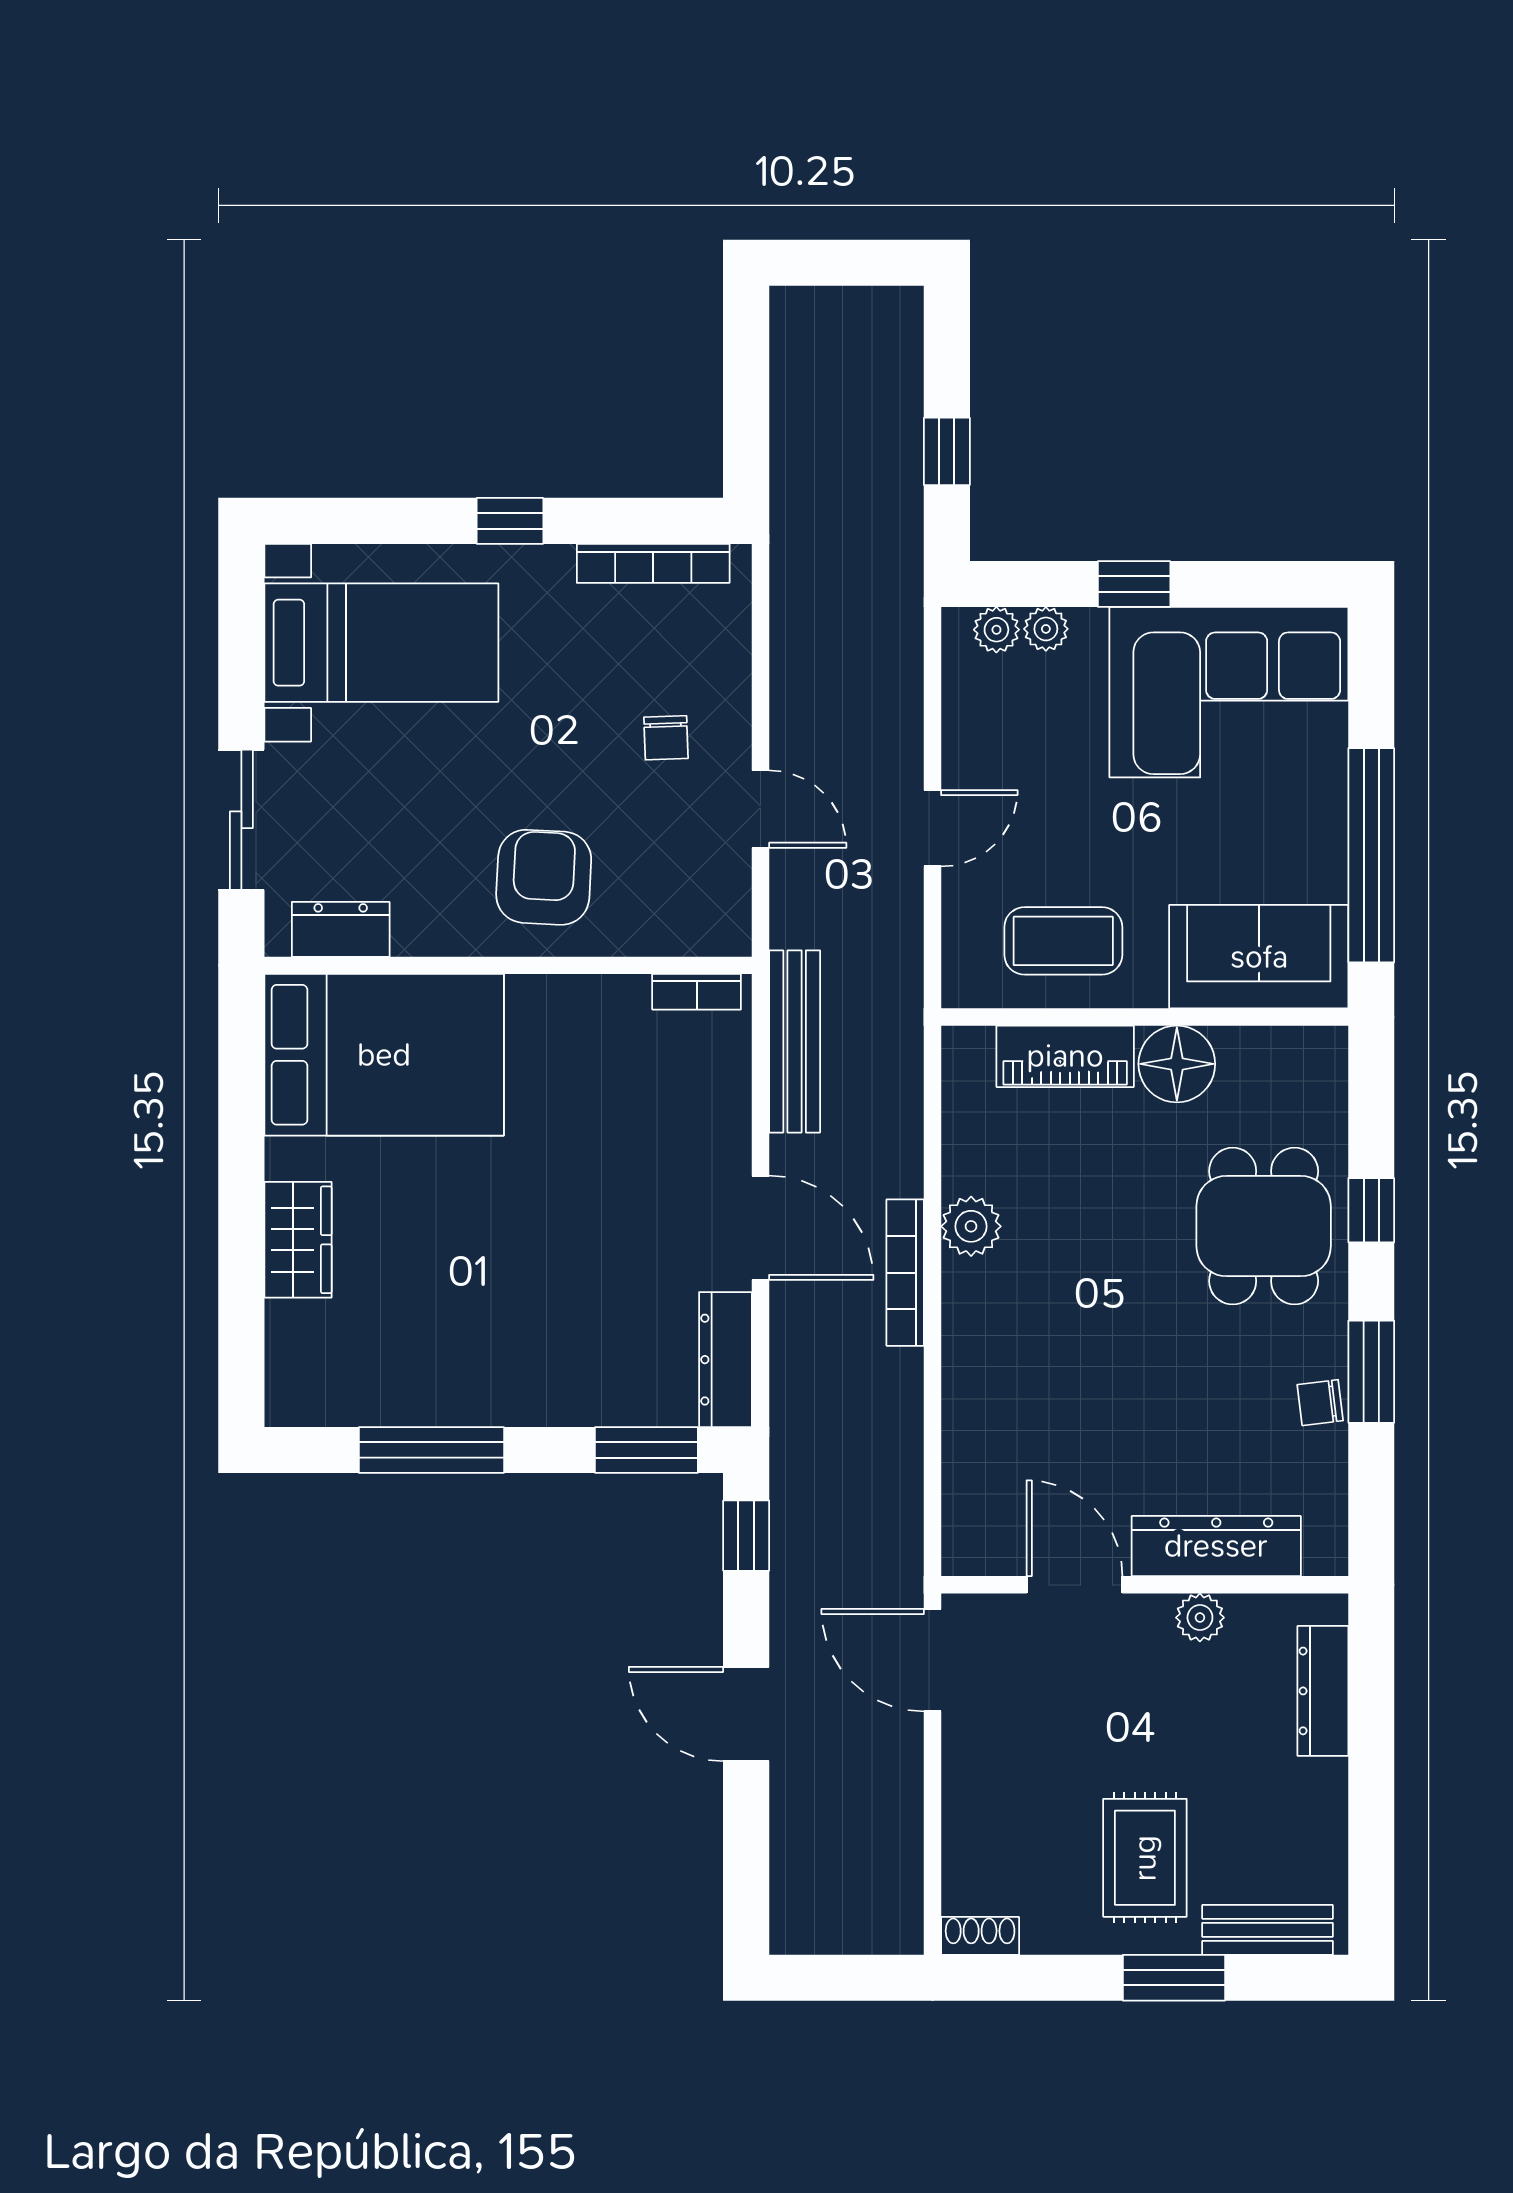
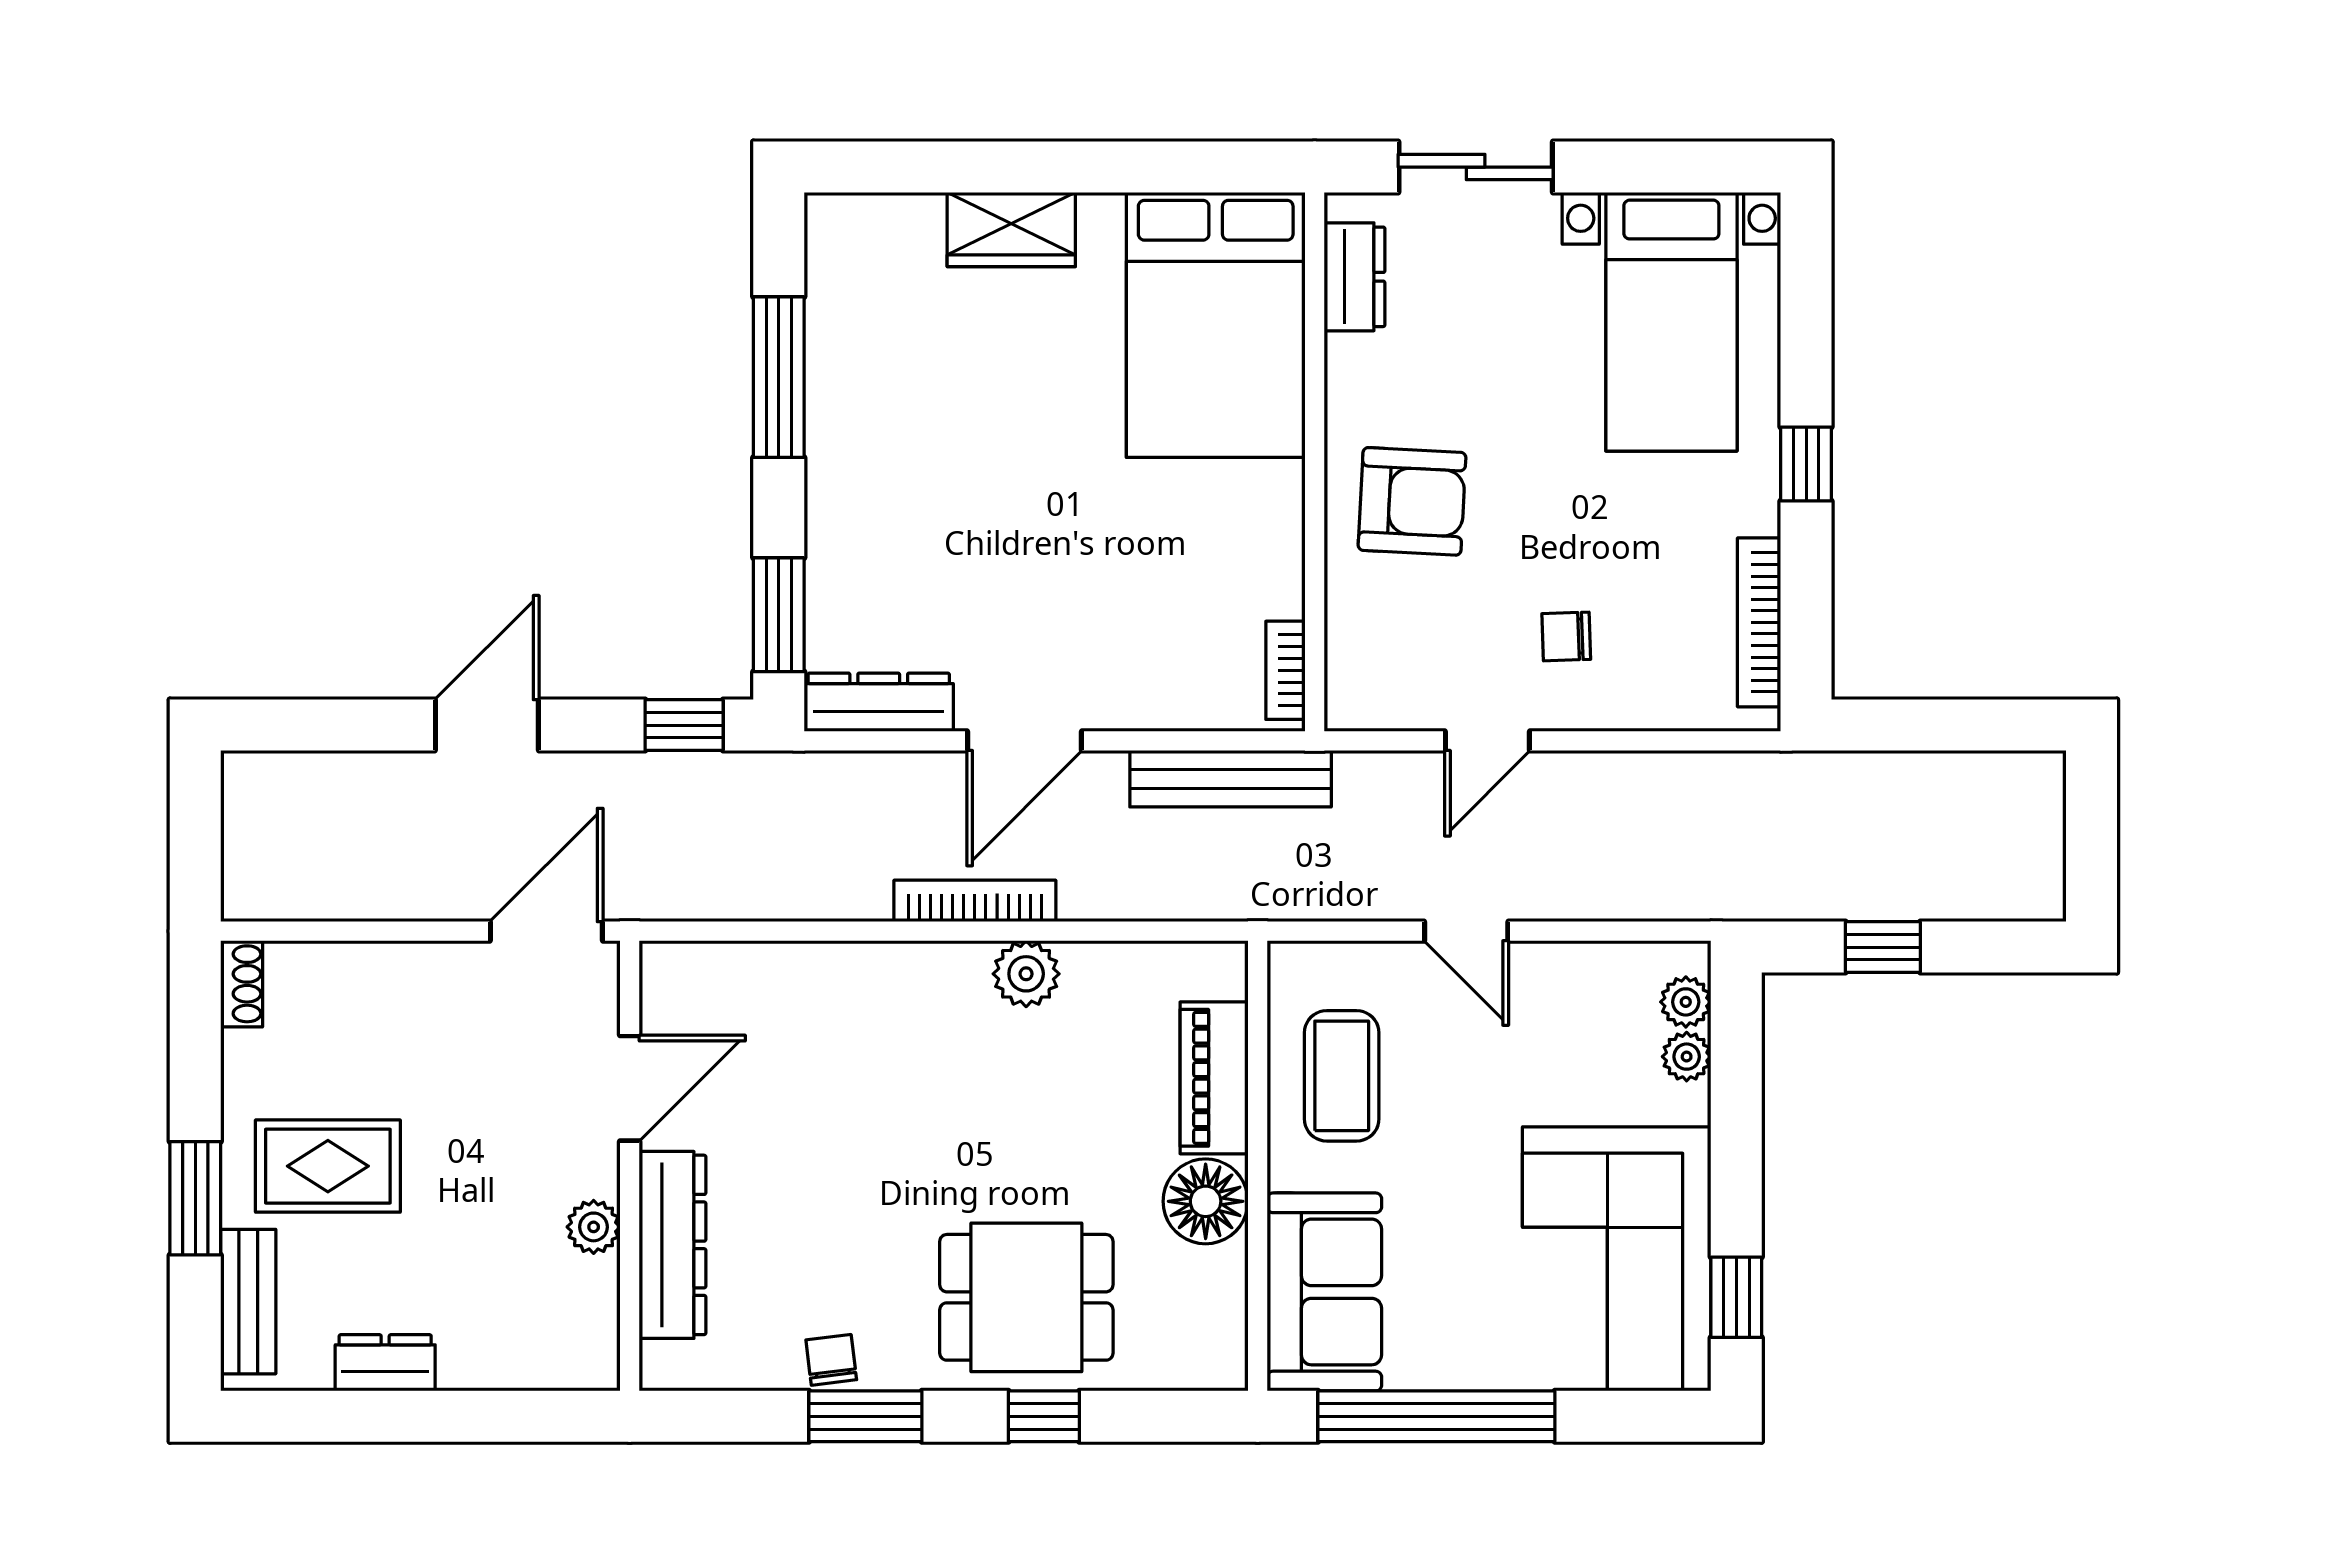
window: (1134, 584) -> (1736, 1297), moved
dresser: (1323, 1691) -> (385, 1363), moved, width x0.70

